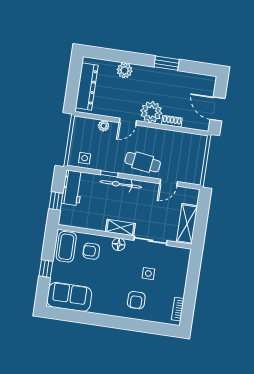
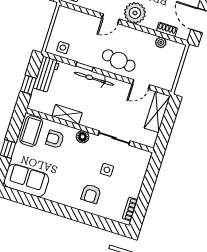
shoe rack: (172, 121) -> (167, 29), moved
plant: (104, 126) -> (161, 42), moved
shelving: (187, 224) -> (157, 112), moved
shelving: (120, 228) -> (67, 114), moved

